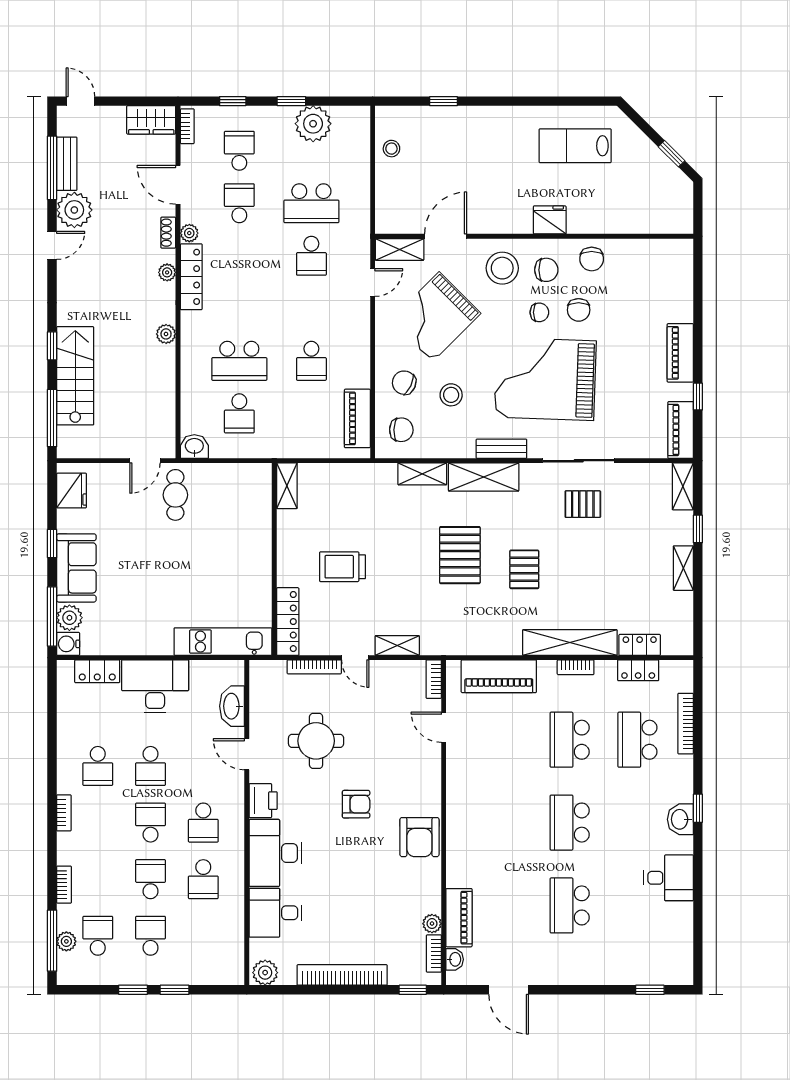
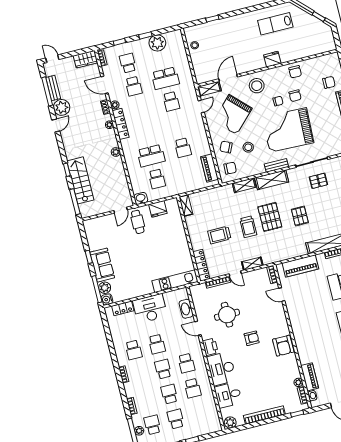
school desk: (239, 203) -> (134, 86), turned 180
chair: (546, 270) -> (329, 82), moved
fridge: (72, 491) -> (158, 209), moved, turned 90
trolley: (409, 565) -> (248, 227), added

